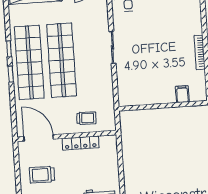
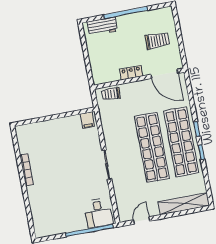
filing cabinet: (182, 94) -> (87, 120), moved
trolley: (86, 118) -> (111, 94), moved
locker: (81, 143) -> (131, 73), width x0.66

